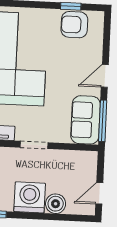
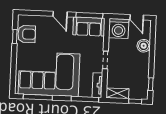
armchair: (74, 25) -> (27, 34), turned -90
washing machine: (30, 197) -> (119, 28), moved, turned -90

